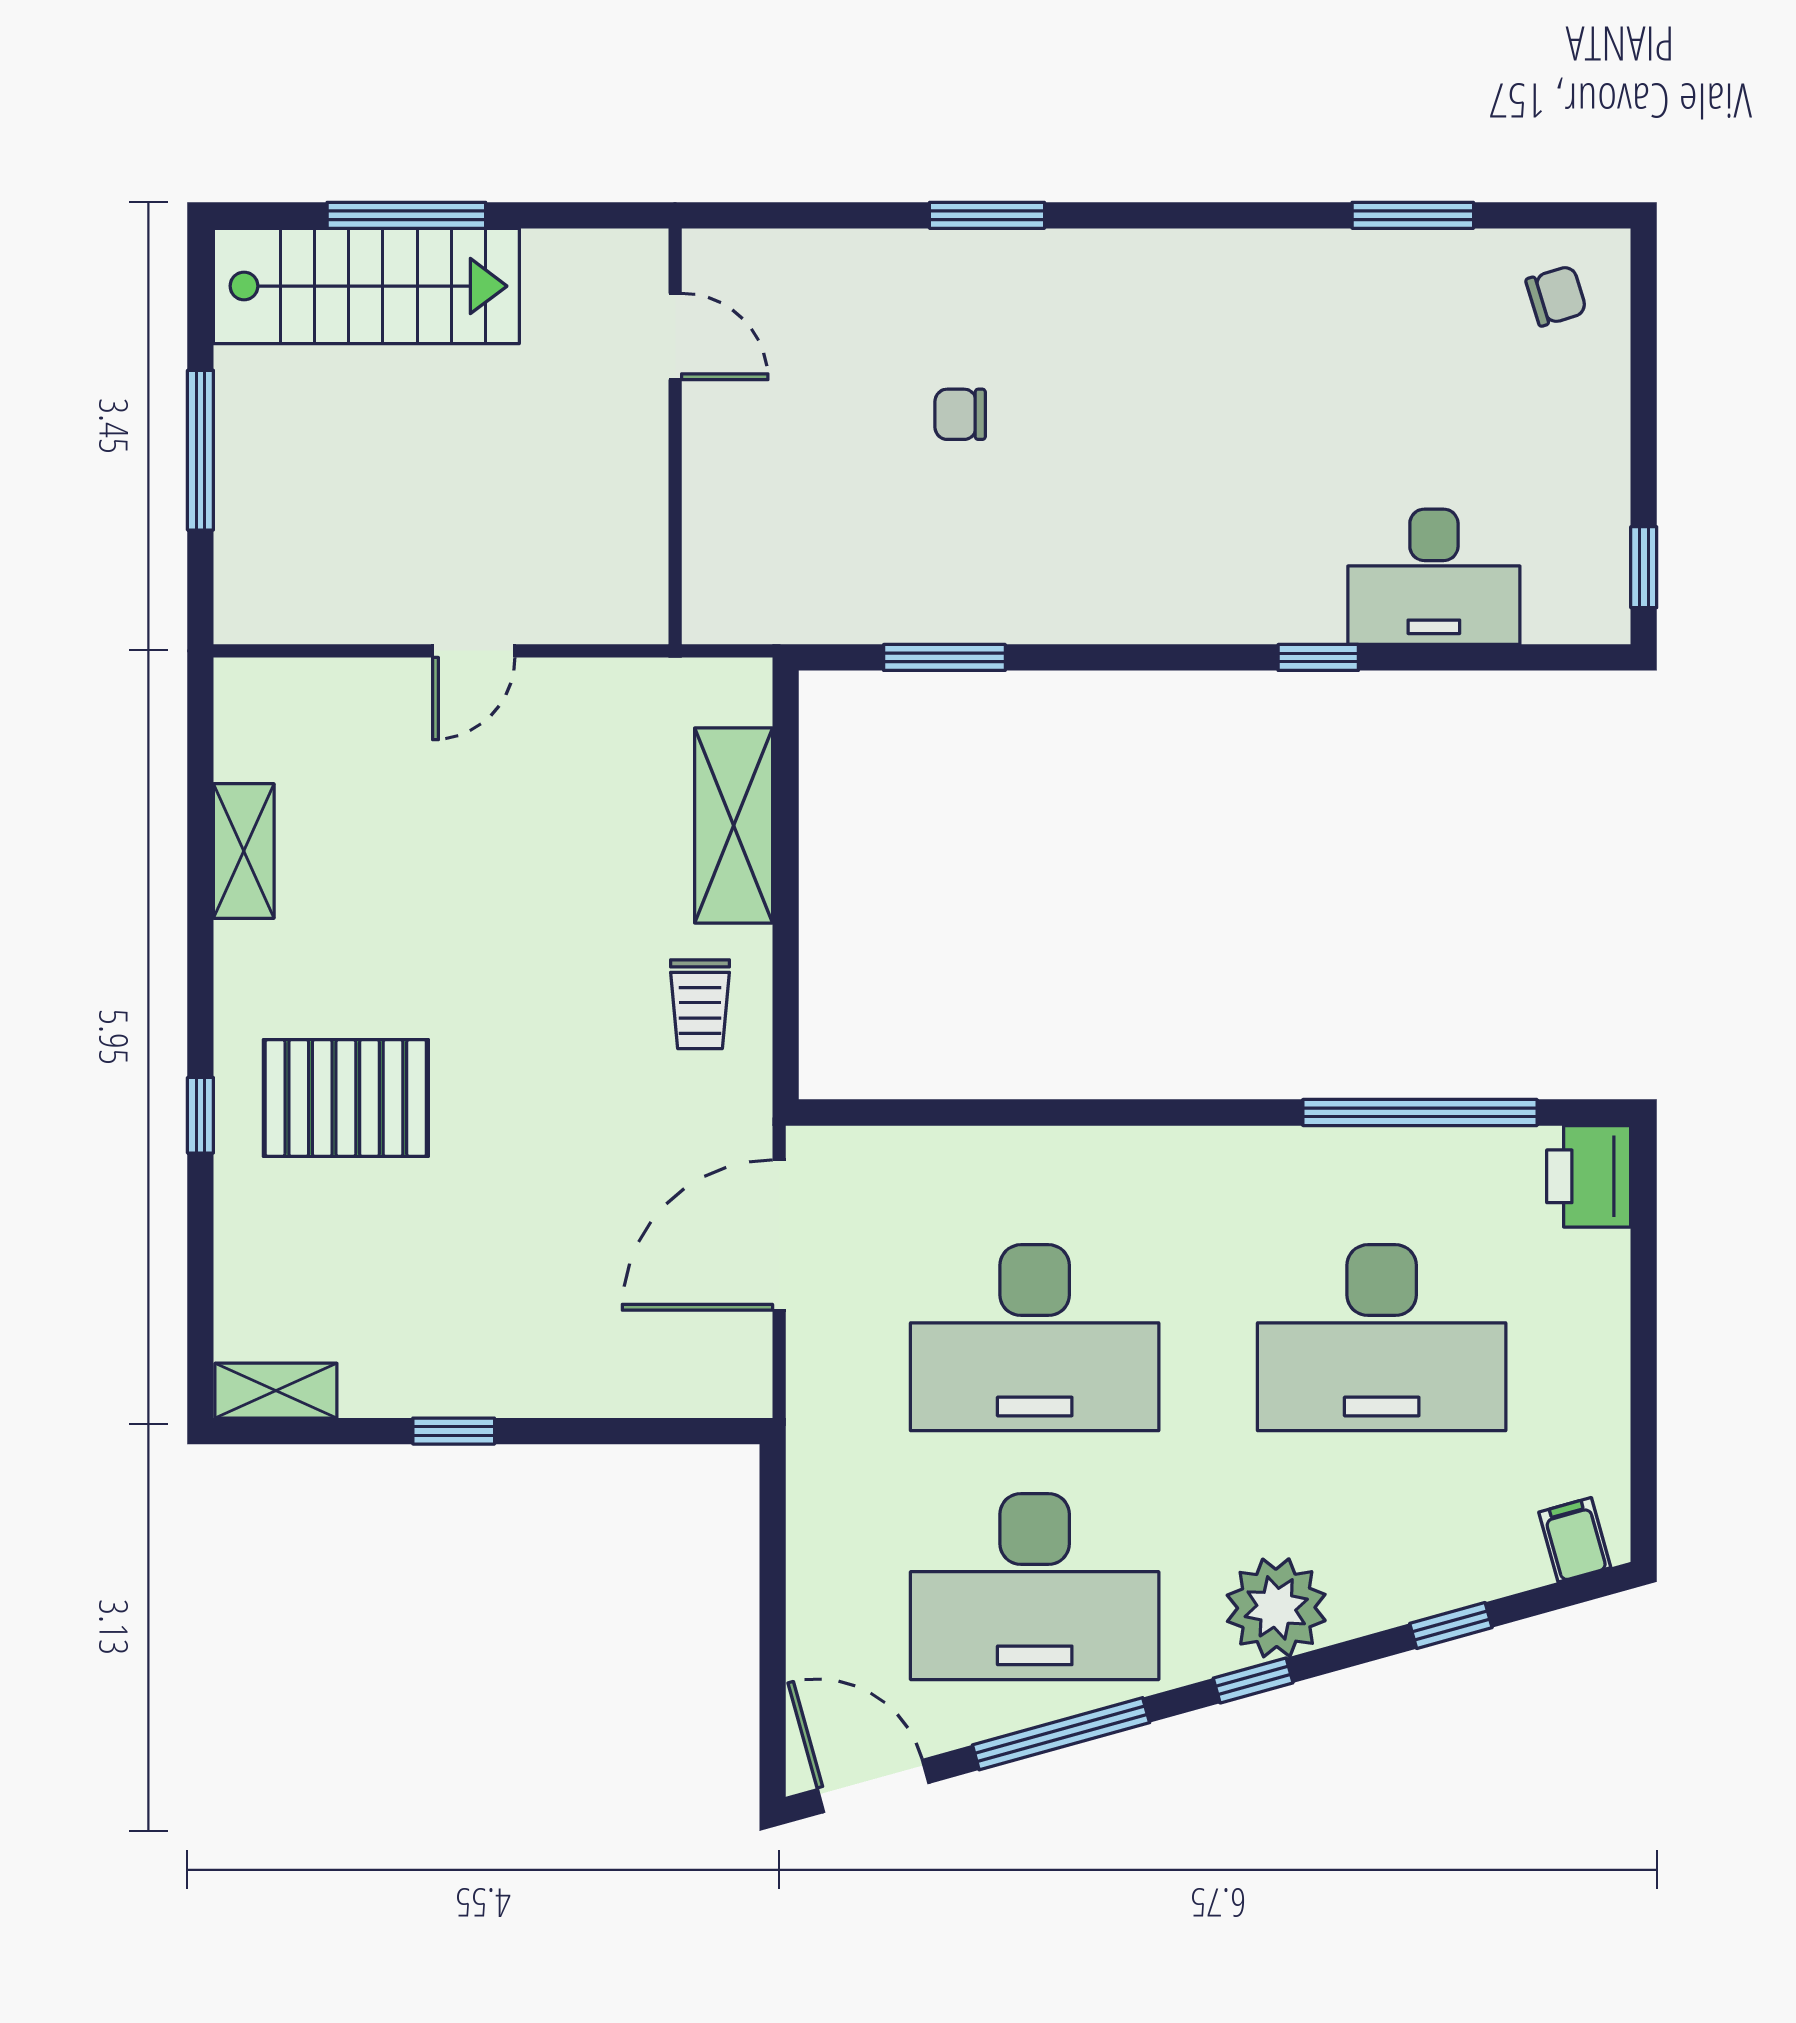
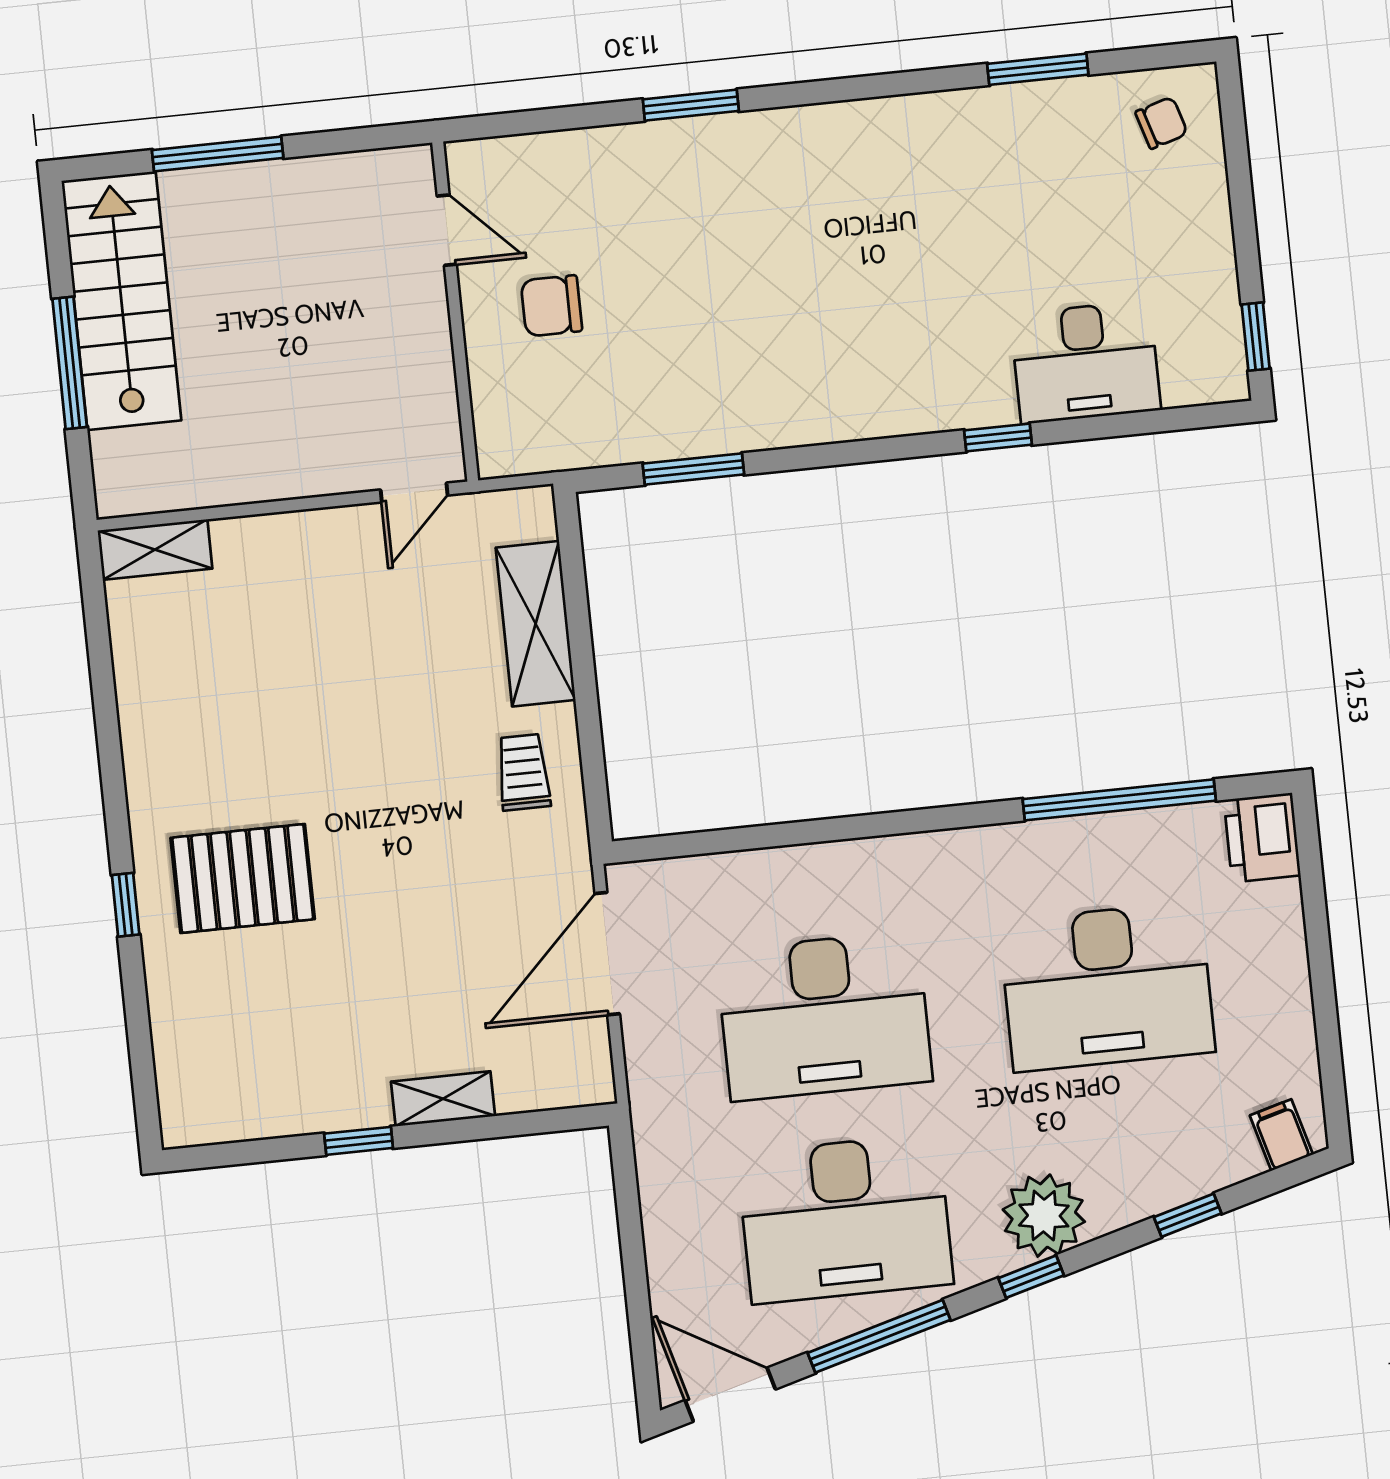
stairs: (366, 286) -> (121, 301), moved, turned -90
chair: (960, 414) -> (551, 306), moved, width x1.37, depth x1.37
door: (474, 651) -> (414, 492), moved
shelving: (244, 851) -> (155, 550), moved, turned 90
trolley: (700, 1004) -> (523, 772), turned 180
shelving: (276, 1391) -> (443, 1099), moved

